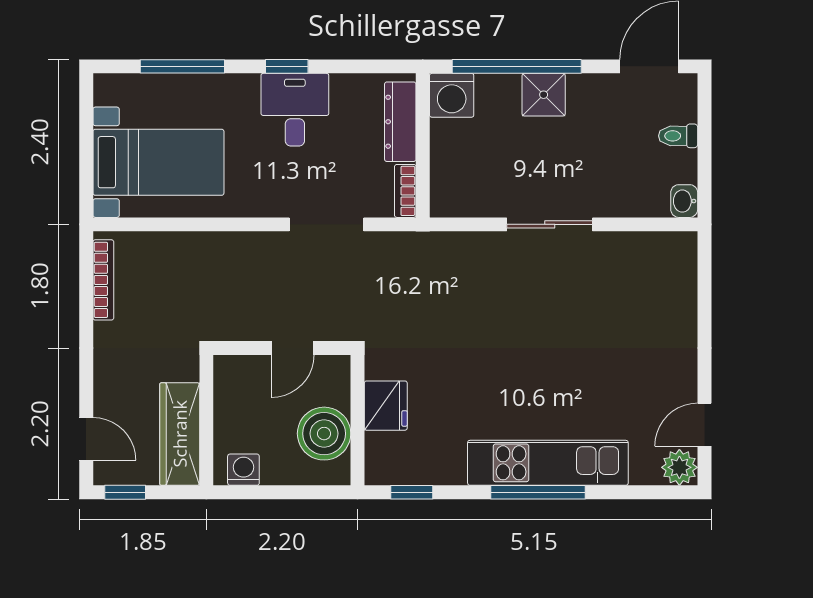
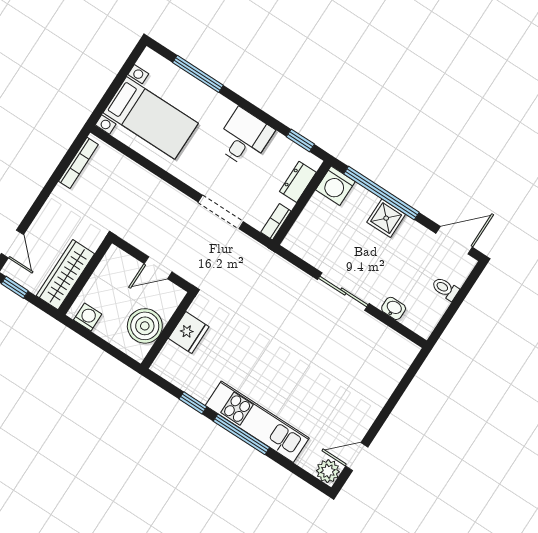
window: (287, 66) -> (300, 140), moved
dresser: (400, 122) -> (298, 182), width x0.70
washbasin: (684, 201) -> (394, 308), moved, turned 90
window: (412, 492) -> (193, 403), moved

